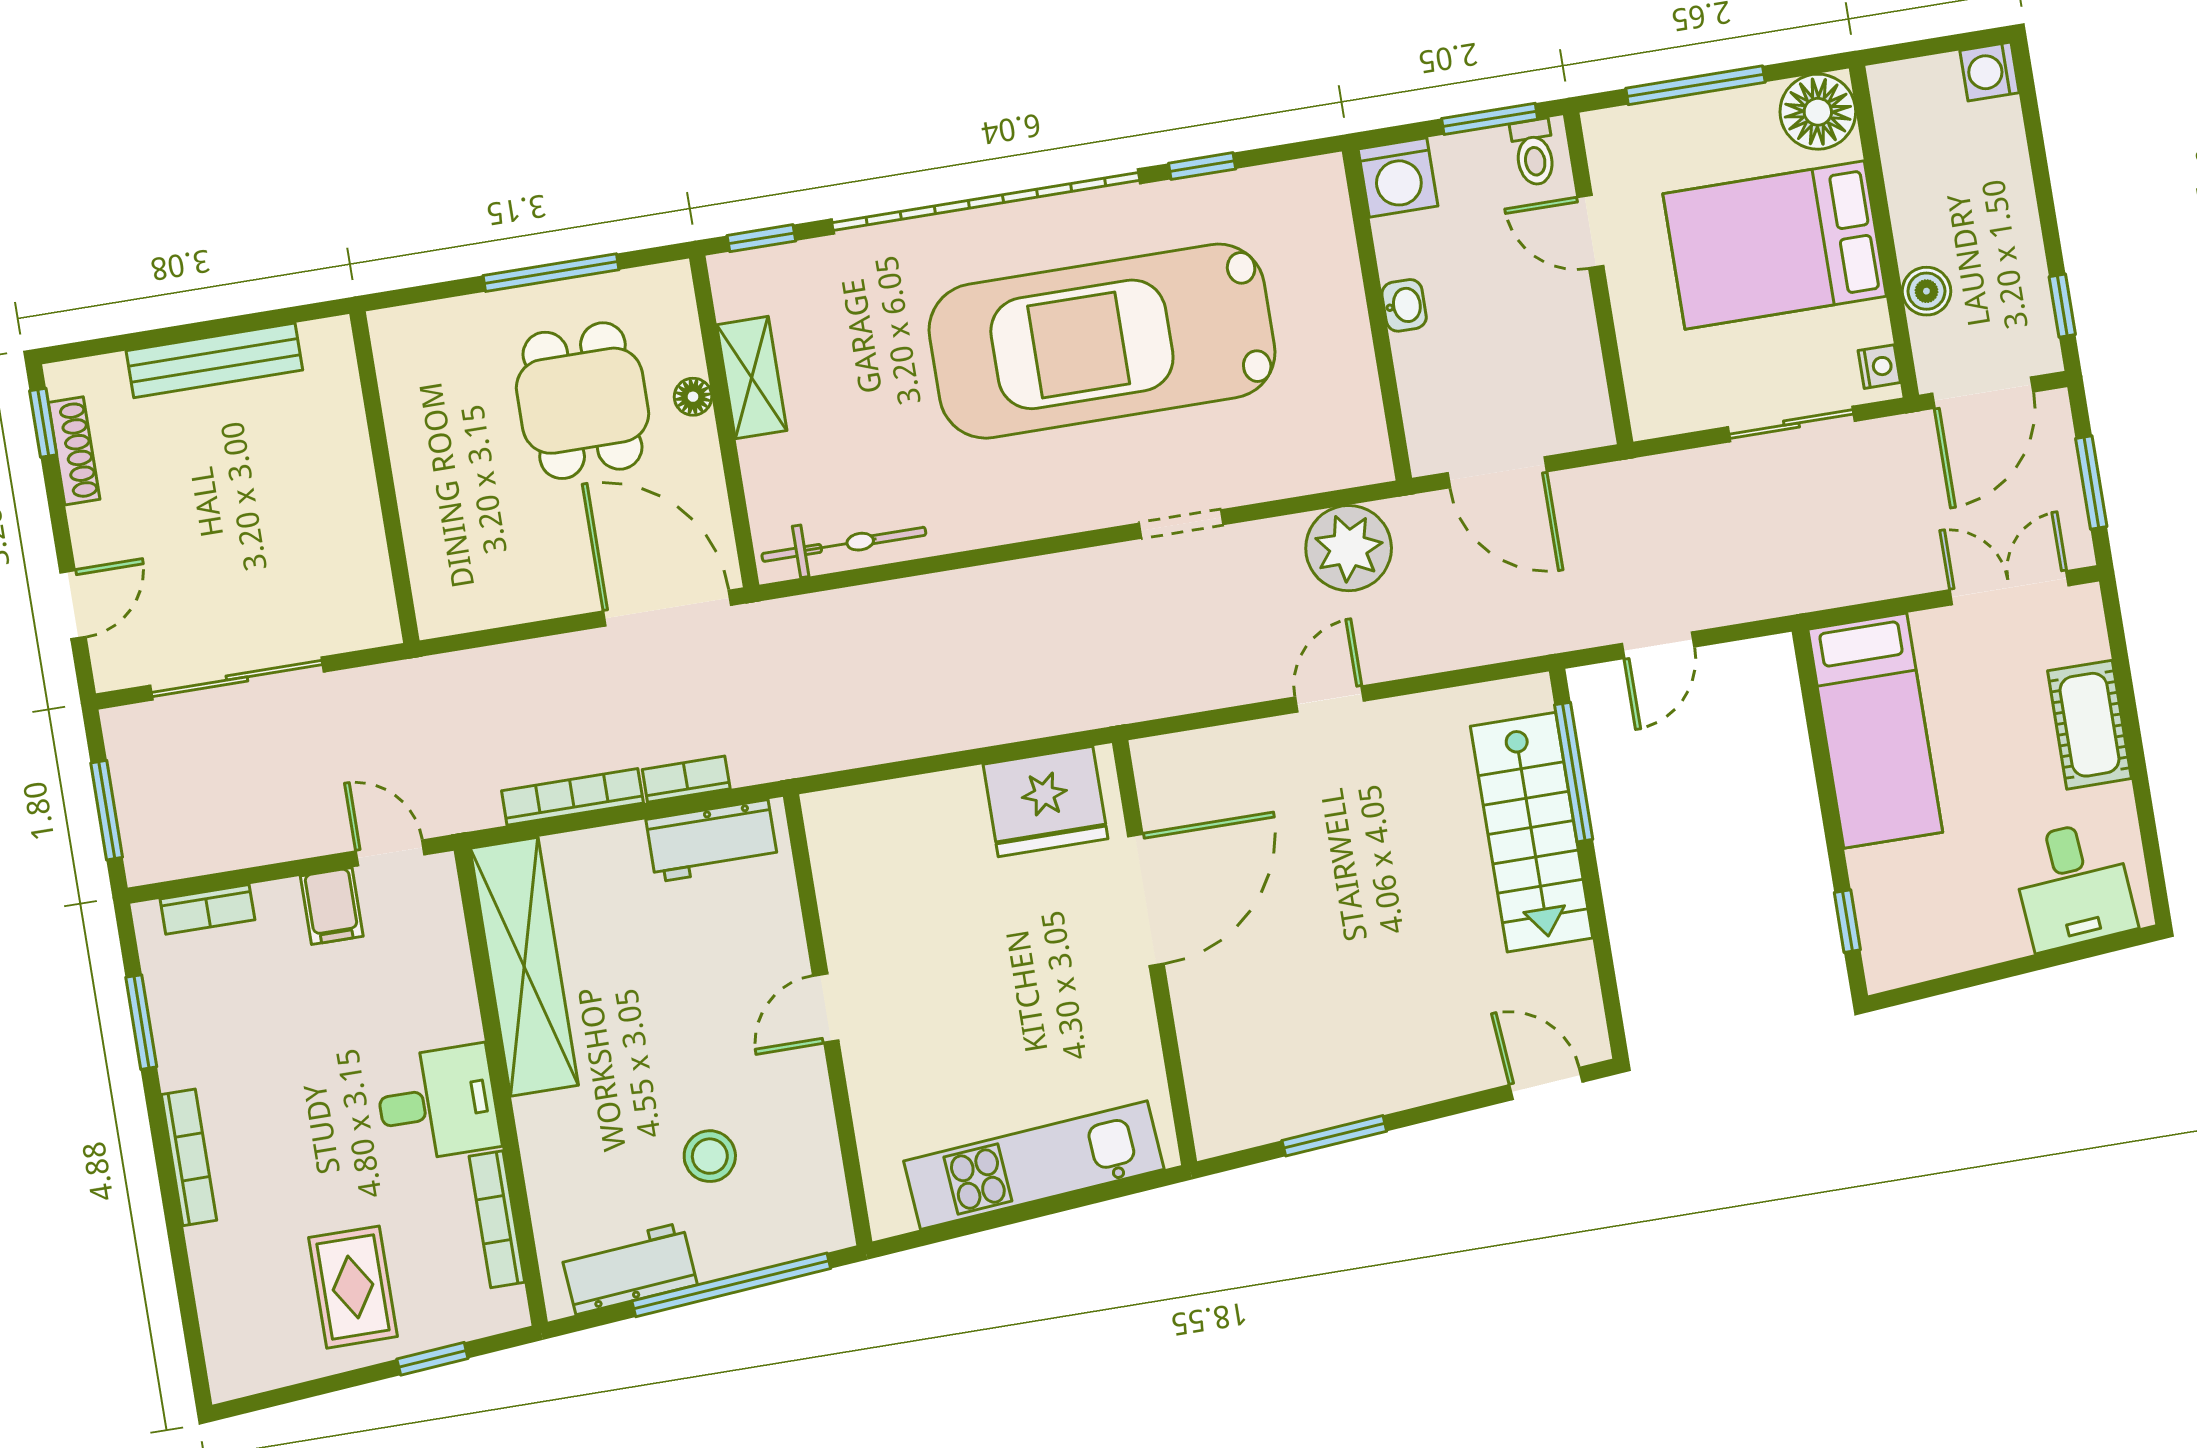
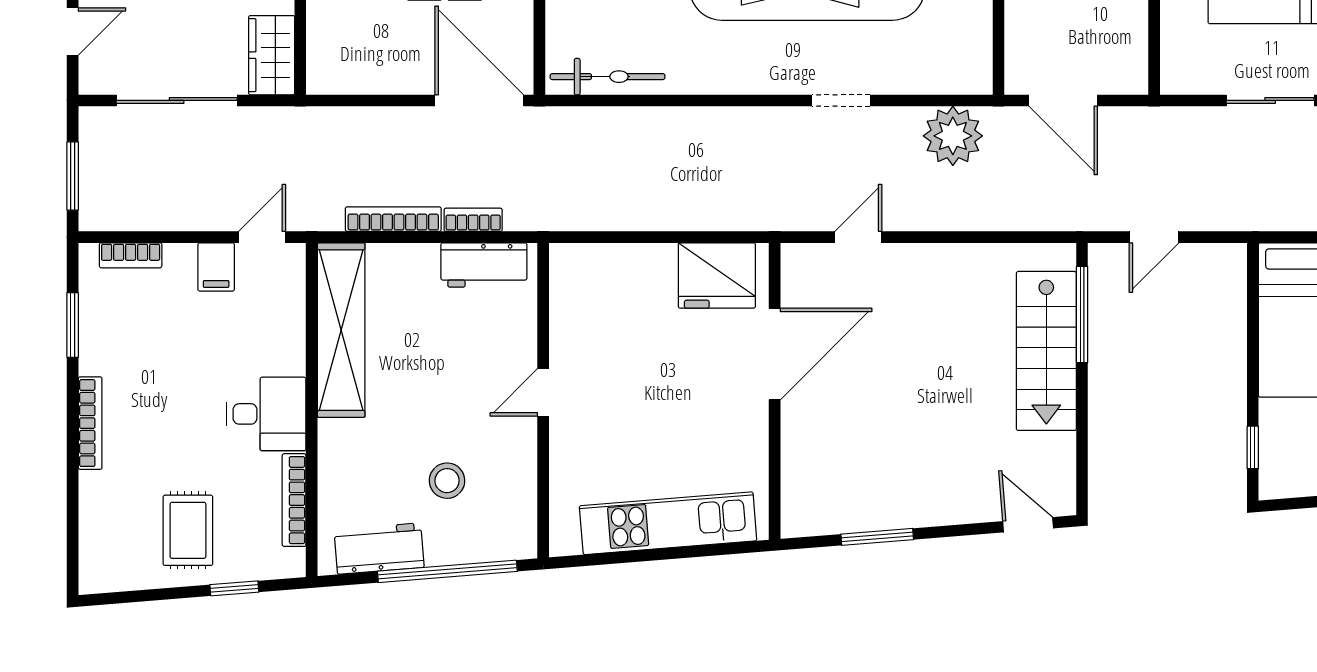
wardrobe: (361, 592) -> (272, 55), added
door: (1330, 699) -> (858, 237), moved
door: (390, 853) -> (262, 237), hinge flipped

